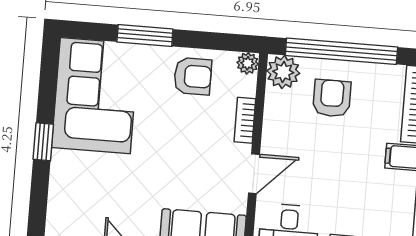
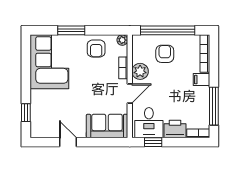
plant: (283, 72) -> (140, 71), moved
armchair: (193, 76) -> (96, 48), turned 90
window: (43, 142) -> (26, 113), moved

